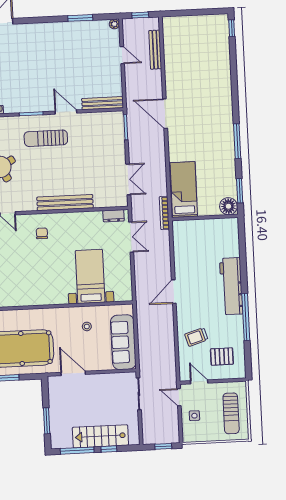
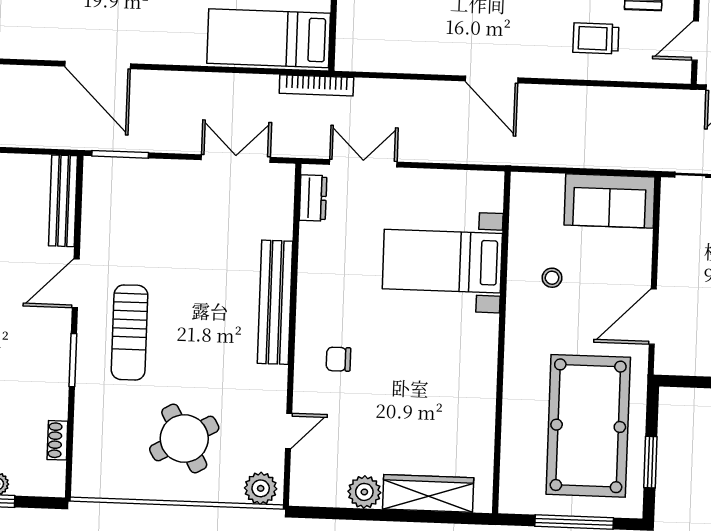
door: (165, 114) -> (98, 65), hinge flipped
trolley: (196, 337) -> (596, 38), turned 107
sofa: (123, 342) -> (609, 201), width x0.73

